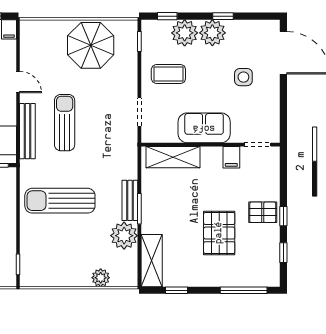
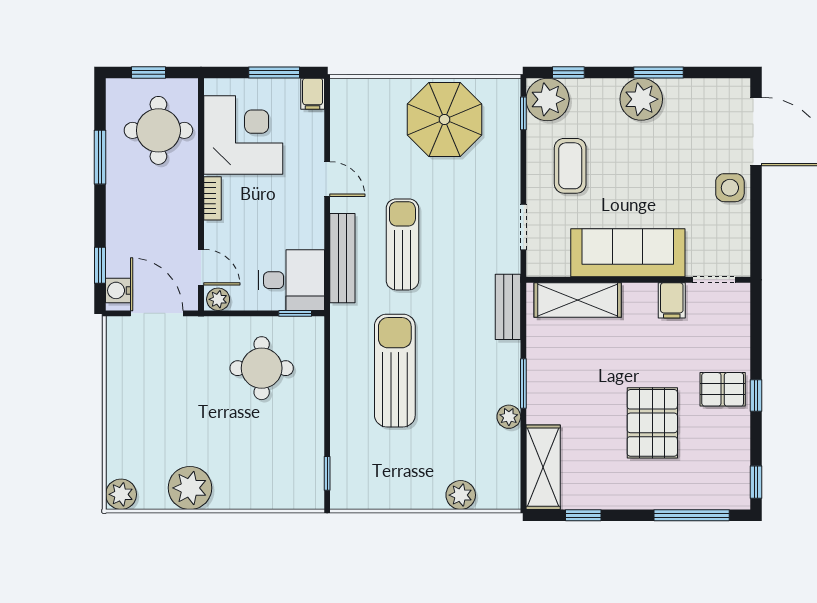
window: (223, 16) -> (659, 72), width x1.50
plant: (185, 33) -> (548, 99), moved
coffee table: (168, 74) -> (570, 166), turned 90
side table: (243, 77) -> (730, 188), moved
sofa: (204, 128) -> (628, 253), width x1.36
bench: (130, 200) -> (508, 307), moved
sun lounger: (60, 201) -> (395, 371), turned 90
plant: (124, 236) -> (509, 417), width x0.53, depth x0.53
window: (283, 253) -> (756, 482), moved

